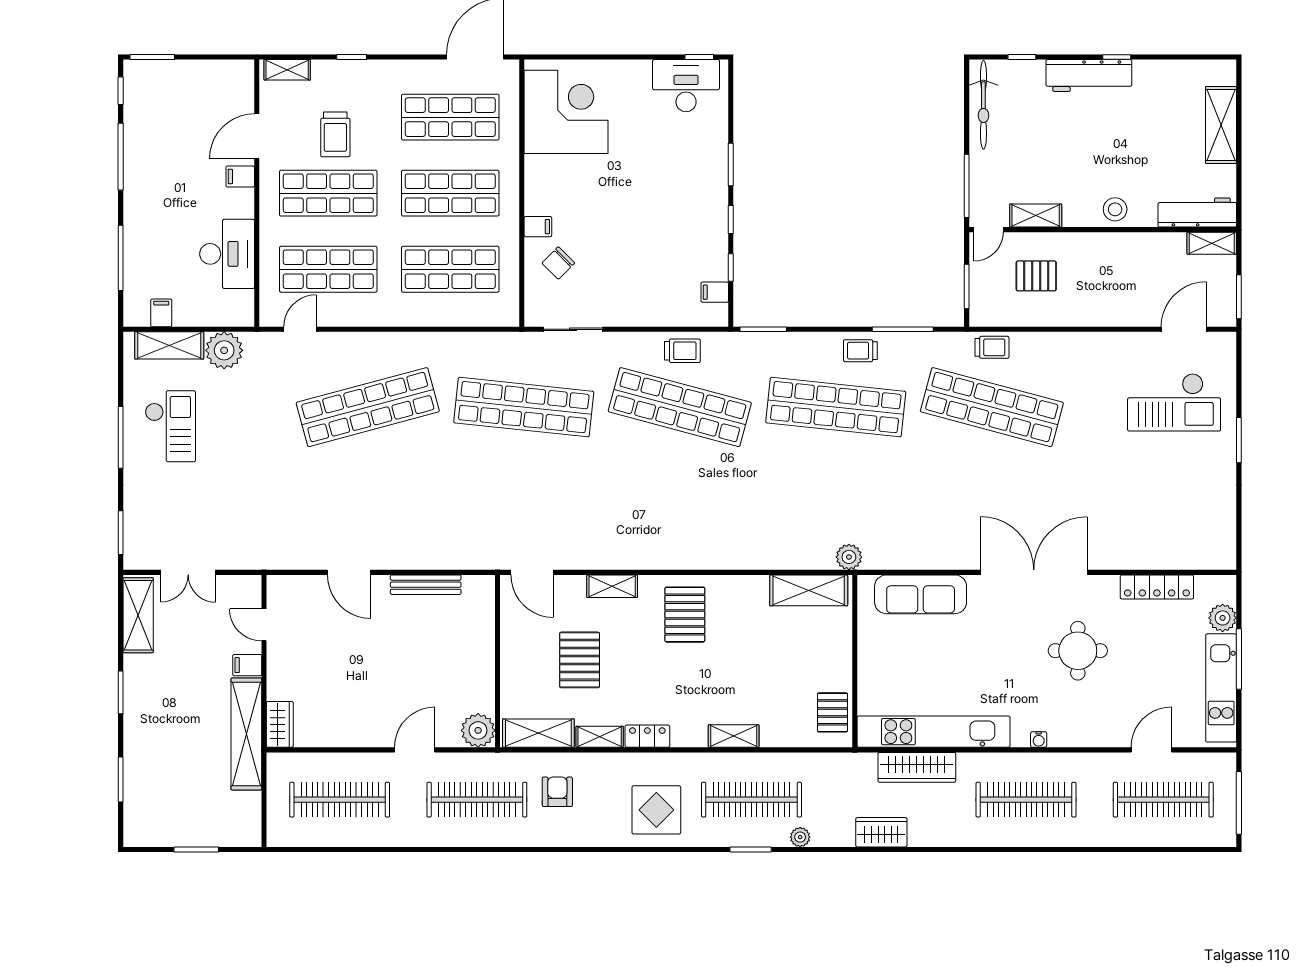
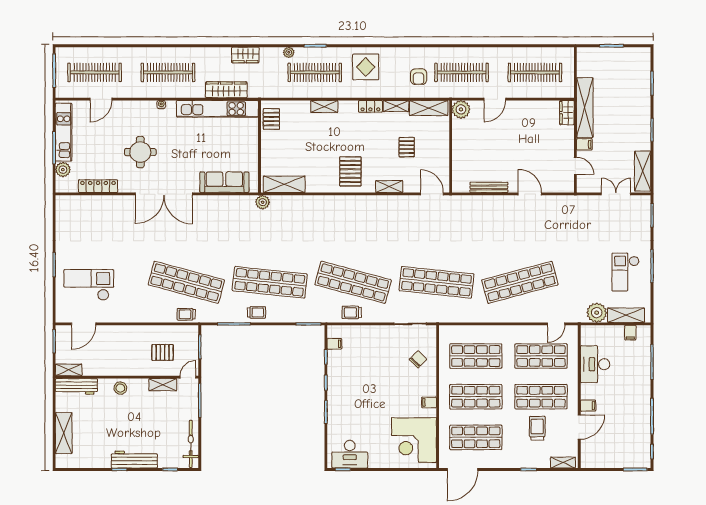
filing cabinet: (538, 227) -> (429, 402), moved
pallet: (580, 660) -> (407, 147), width x0.67, depth x0.71

